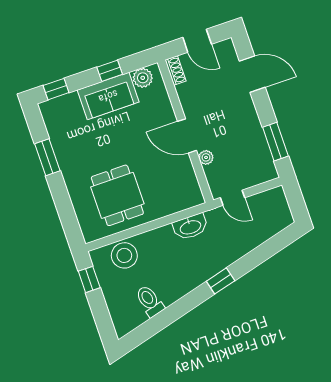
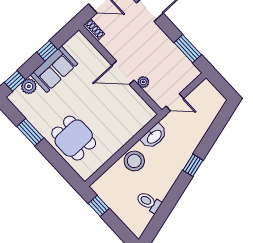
plant: (143, 78) -> (29, 86), moved
dining table: (117, 195) -> (74, 138), moved
stool: (124, 255) -> (134, 161), moved

